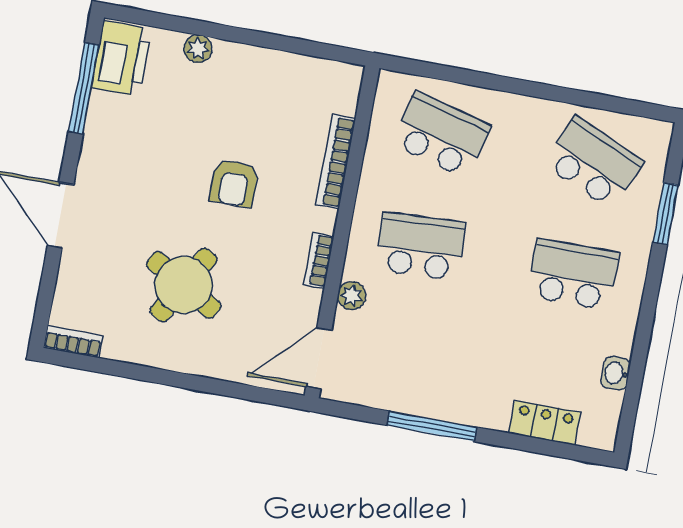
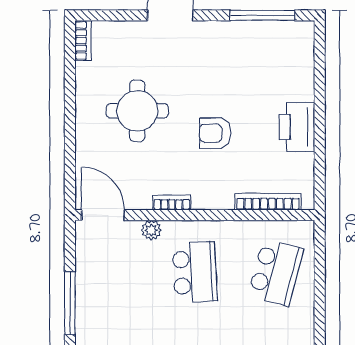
plant: (198, 49) -> (305, 91), removed
printer: (122, 58) -> (297, 127), moved, turned 90
bookcase: (336, 162) -> (268, 202), moved
round table: (184, 285) -> (137, 111), turned -30

